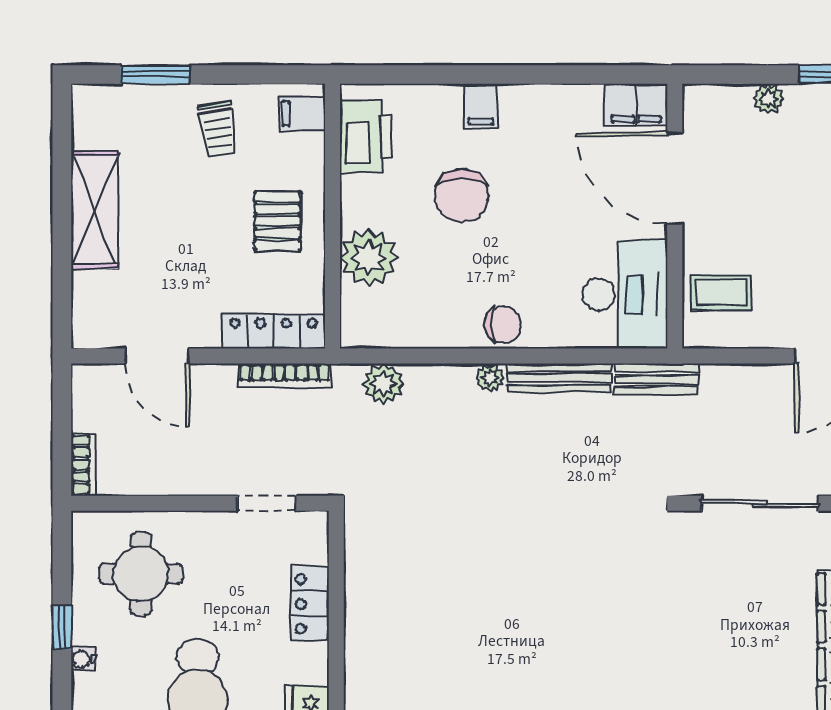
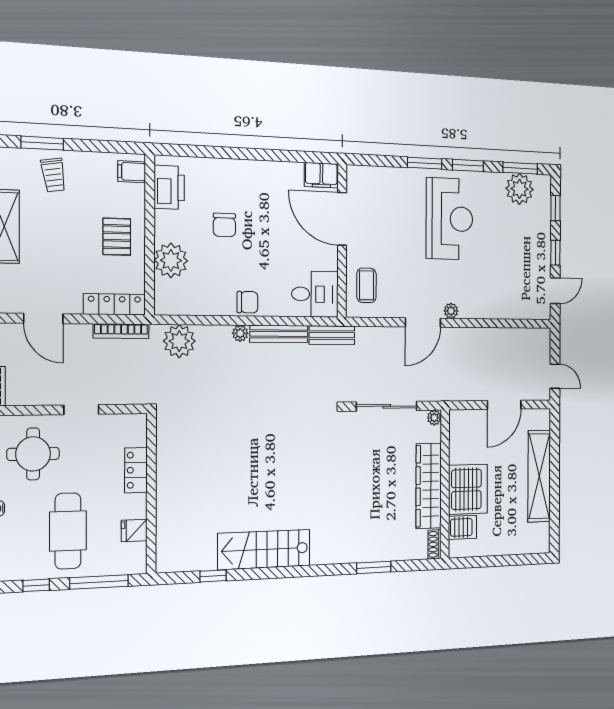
plant: (768, 99) -> (392, 175), removed
filing cabinet: (481, 106) -> (235, 172), removed
trolley: (218, 129) -> (53, 175), moved
chair: (462, 196) -> (224, 225), width x0.73, depth x0.73
coffee table: (721, 292) -> (366, 285), turned 90
desk: (625, 295) -> (315, 294), width x0.73
plant: (383, 384) -> (179, 341), width x1.36, depth x1.36
doorway: (267, 503) -> (81, 410), moved

